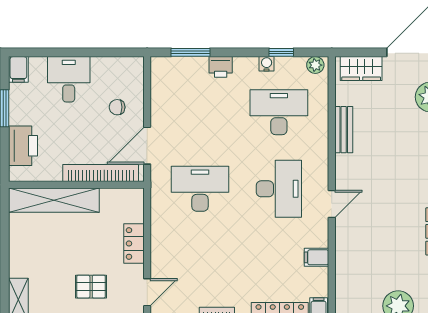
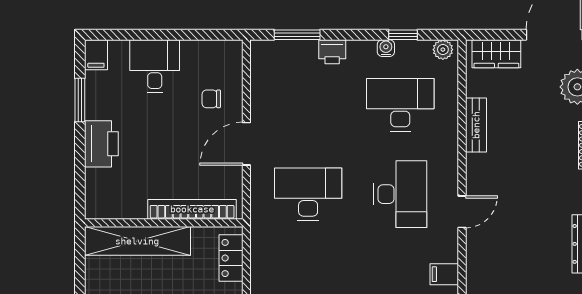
bookcase: (101, 173) -> (192, 209), moved
wall: (76, 185) -> (164, 223), moved
shelving: (54, 200) -> (137, 241), moved

